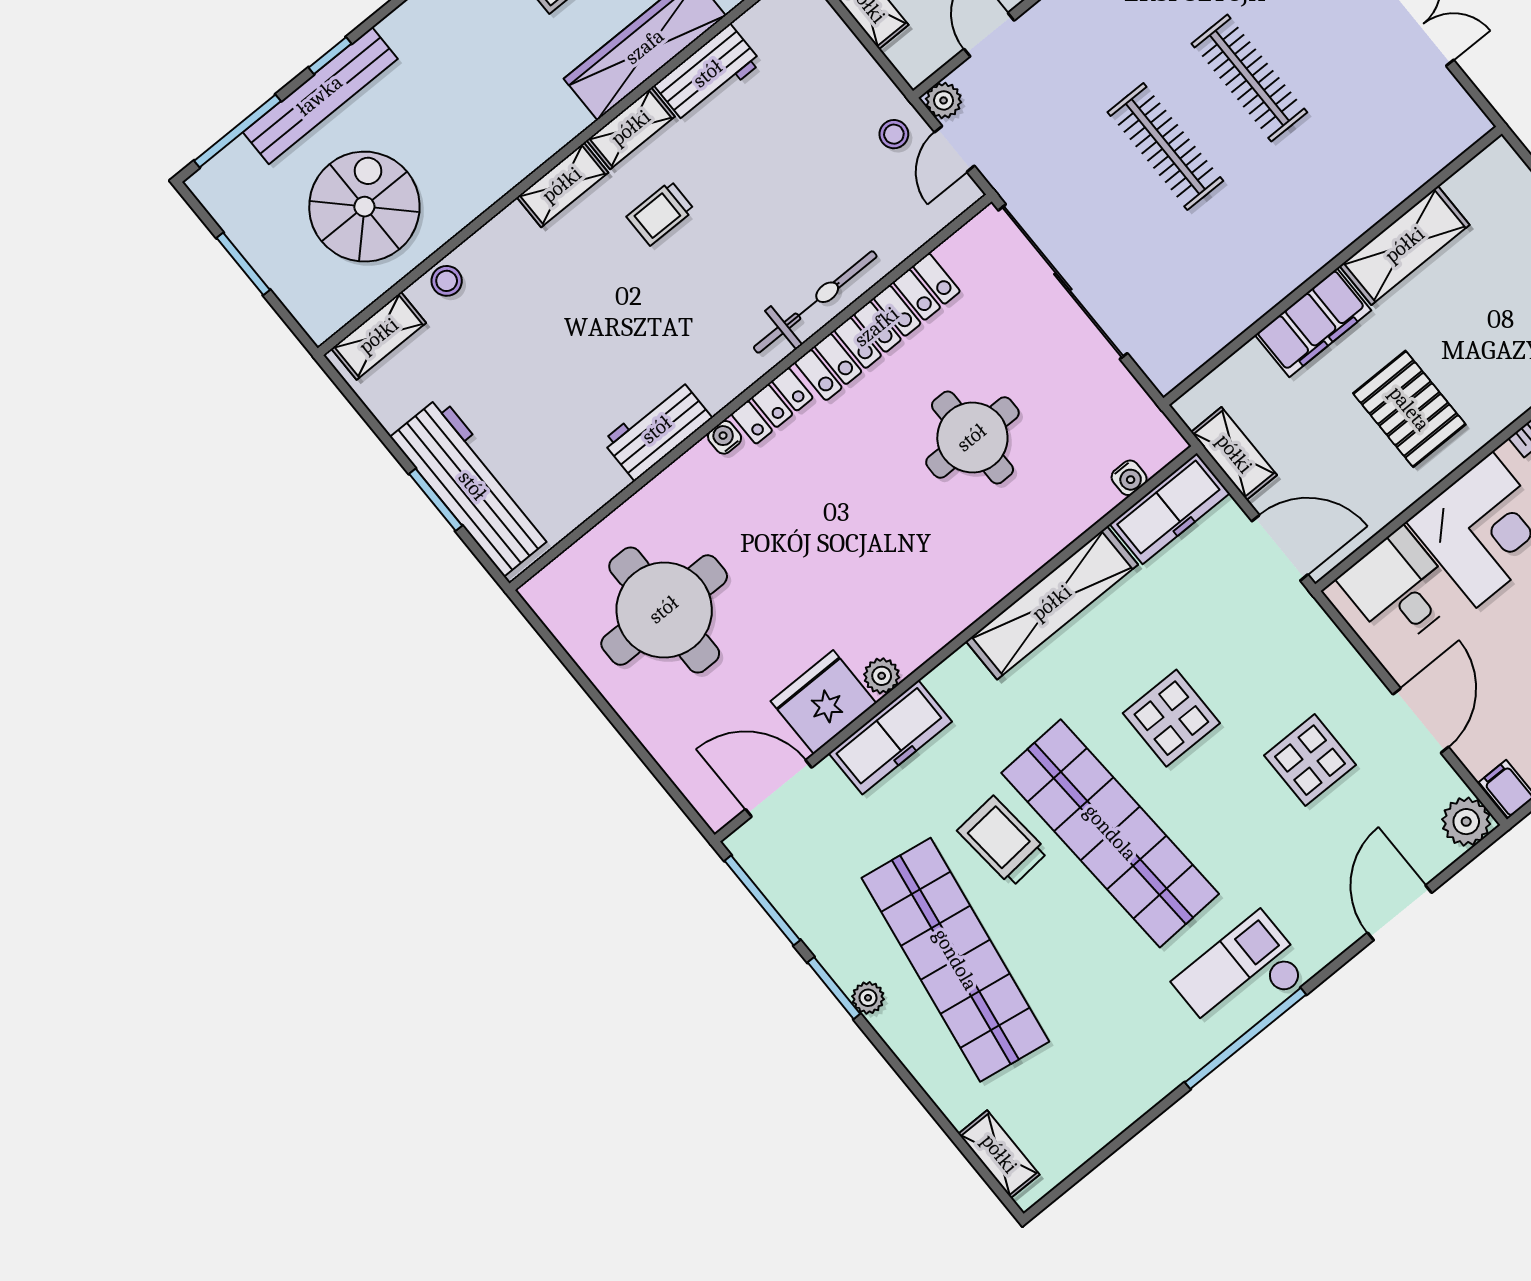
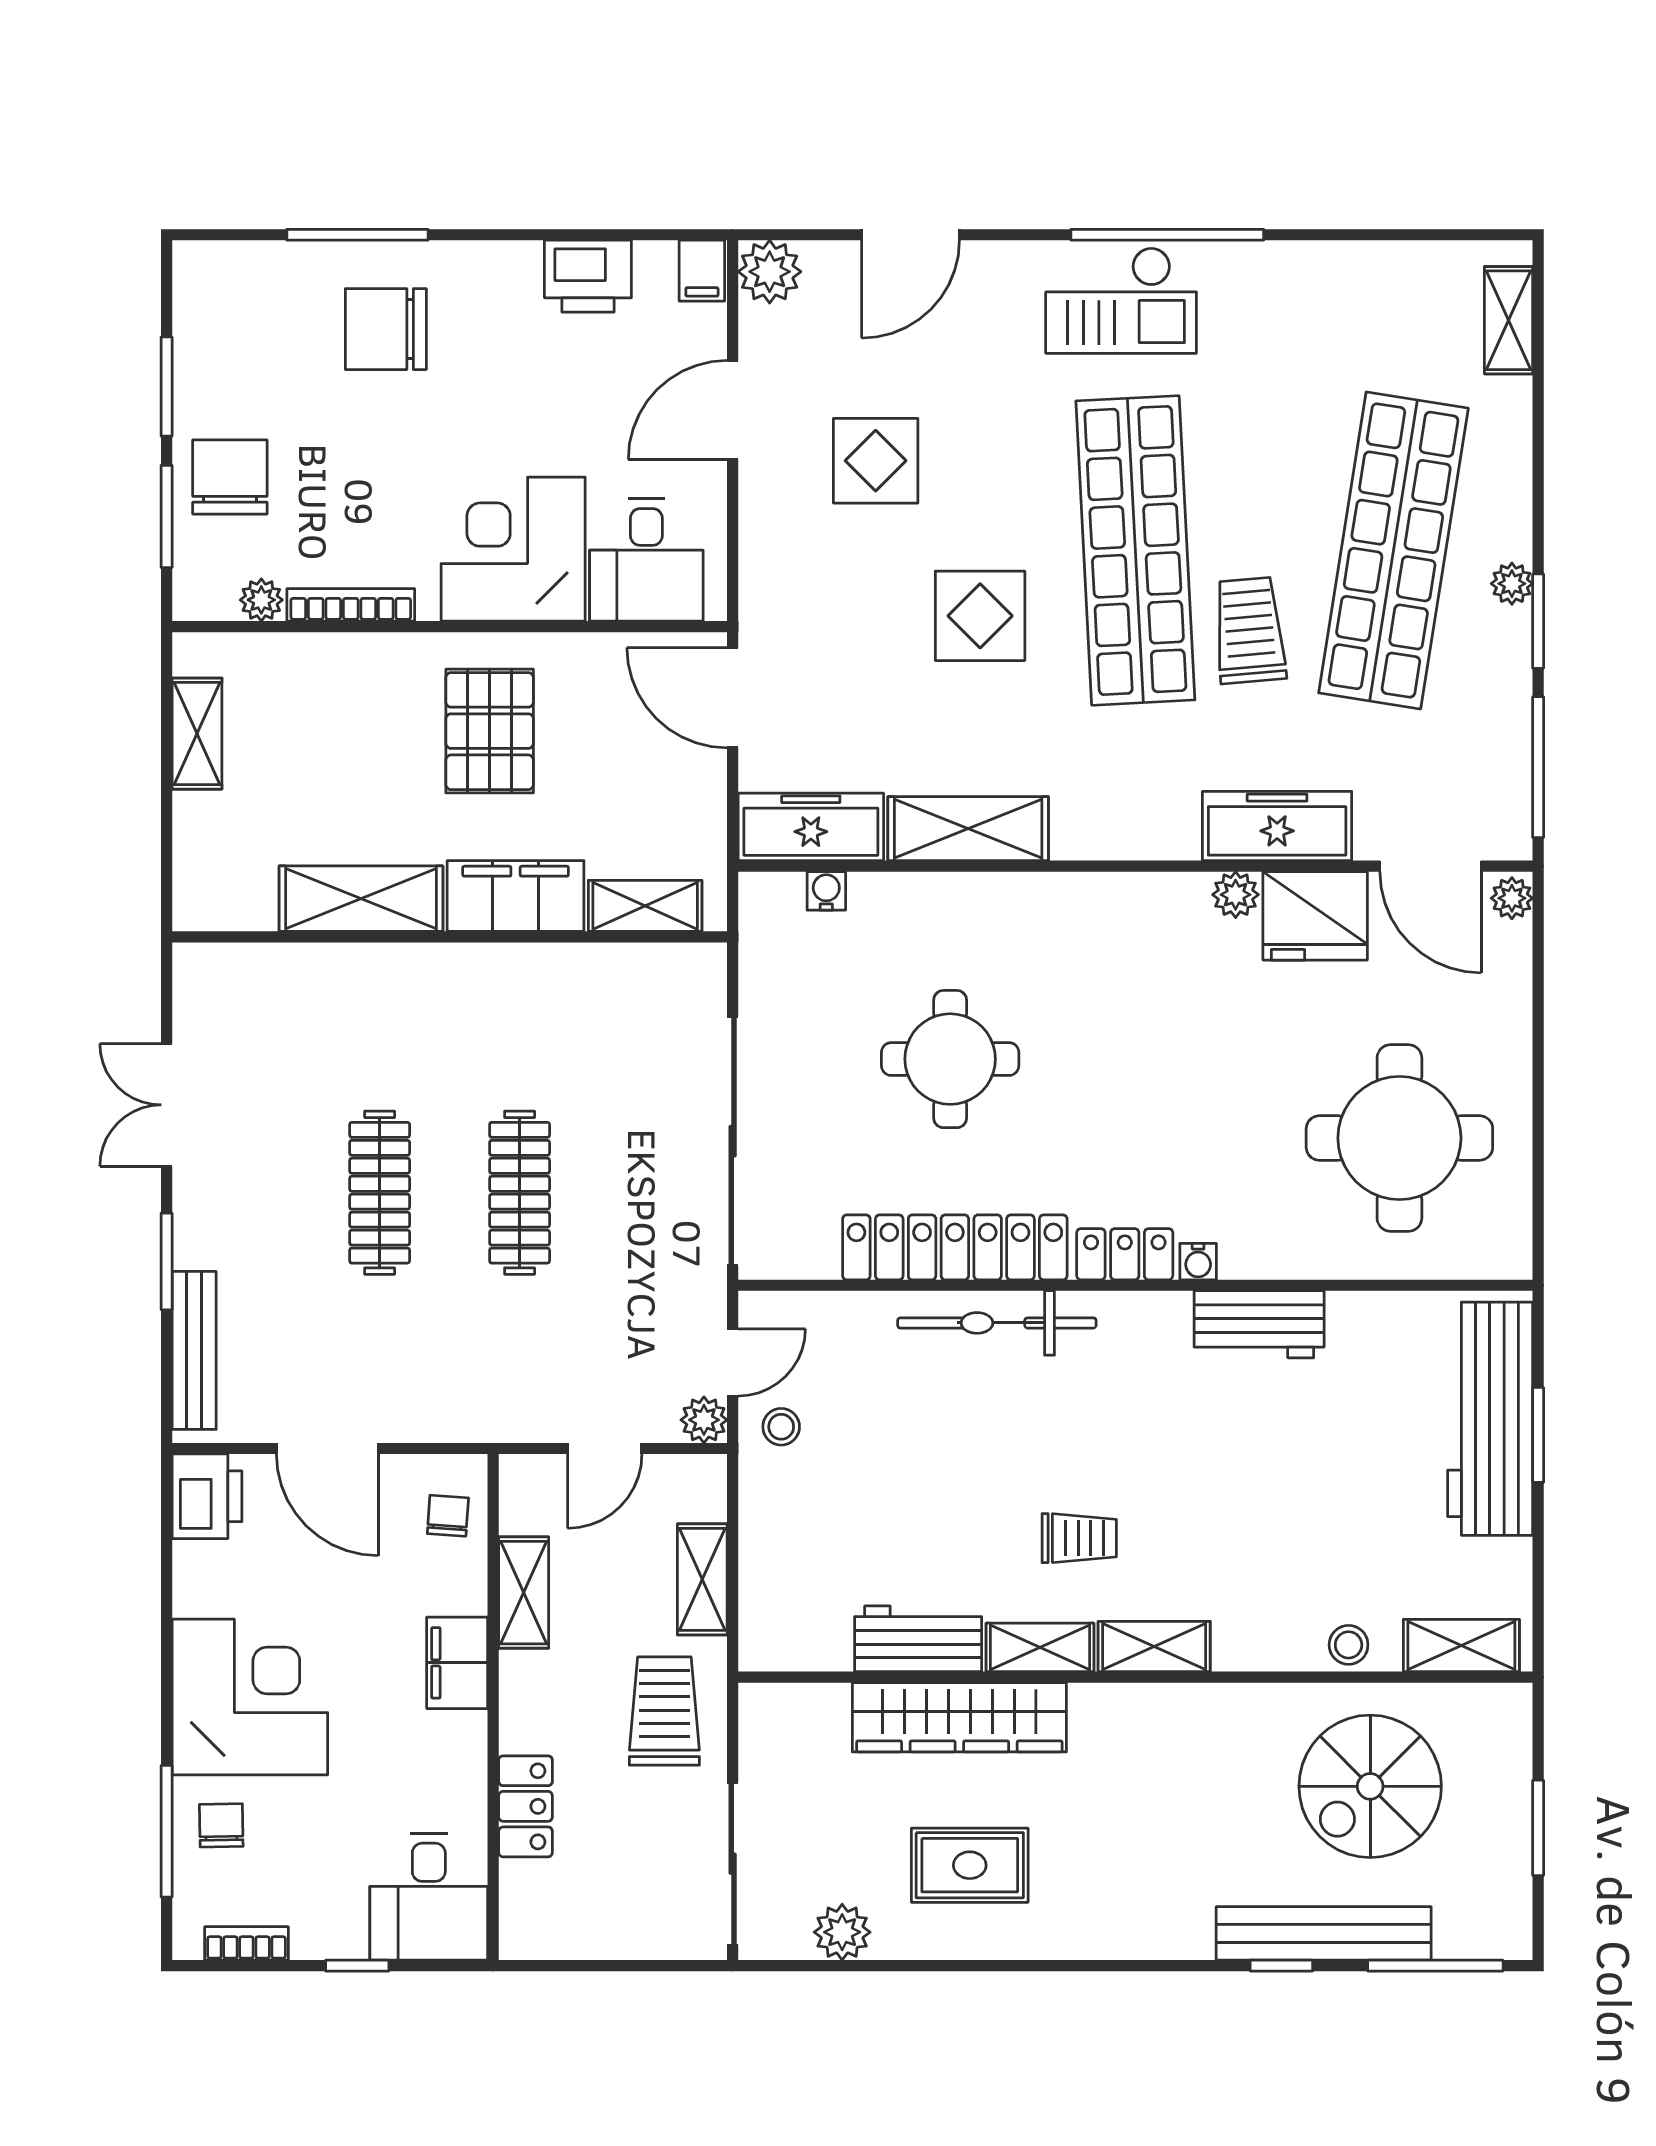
shelving: (1234, 454) -> (645, 906), moved, turned 90
shelving: (1052, 603) -> (968, 829), width x0.68
plant: (714, 809) -> (1512, 898), added
trolley: (1003, 841) -> (1249, 630), turned 180

